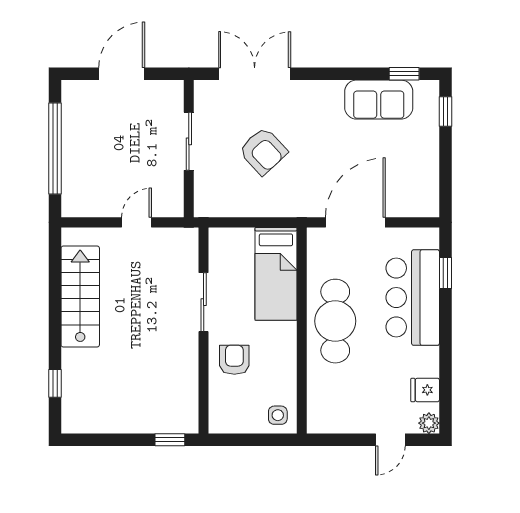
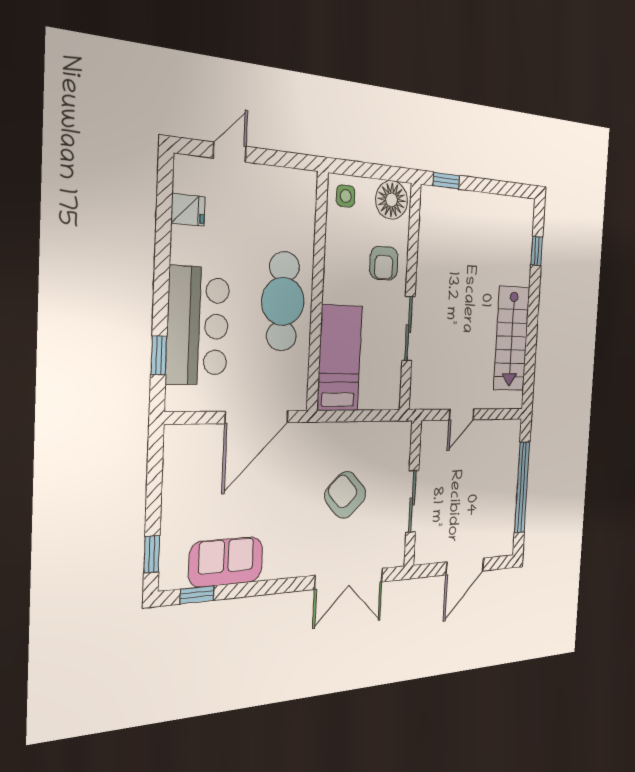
floor lamp: (230, 416) -> (392, 200), added
plant: (429, 423) -> (185, 167), removed

